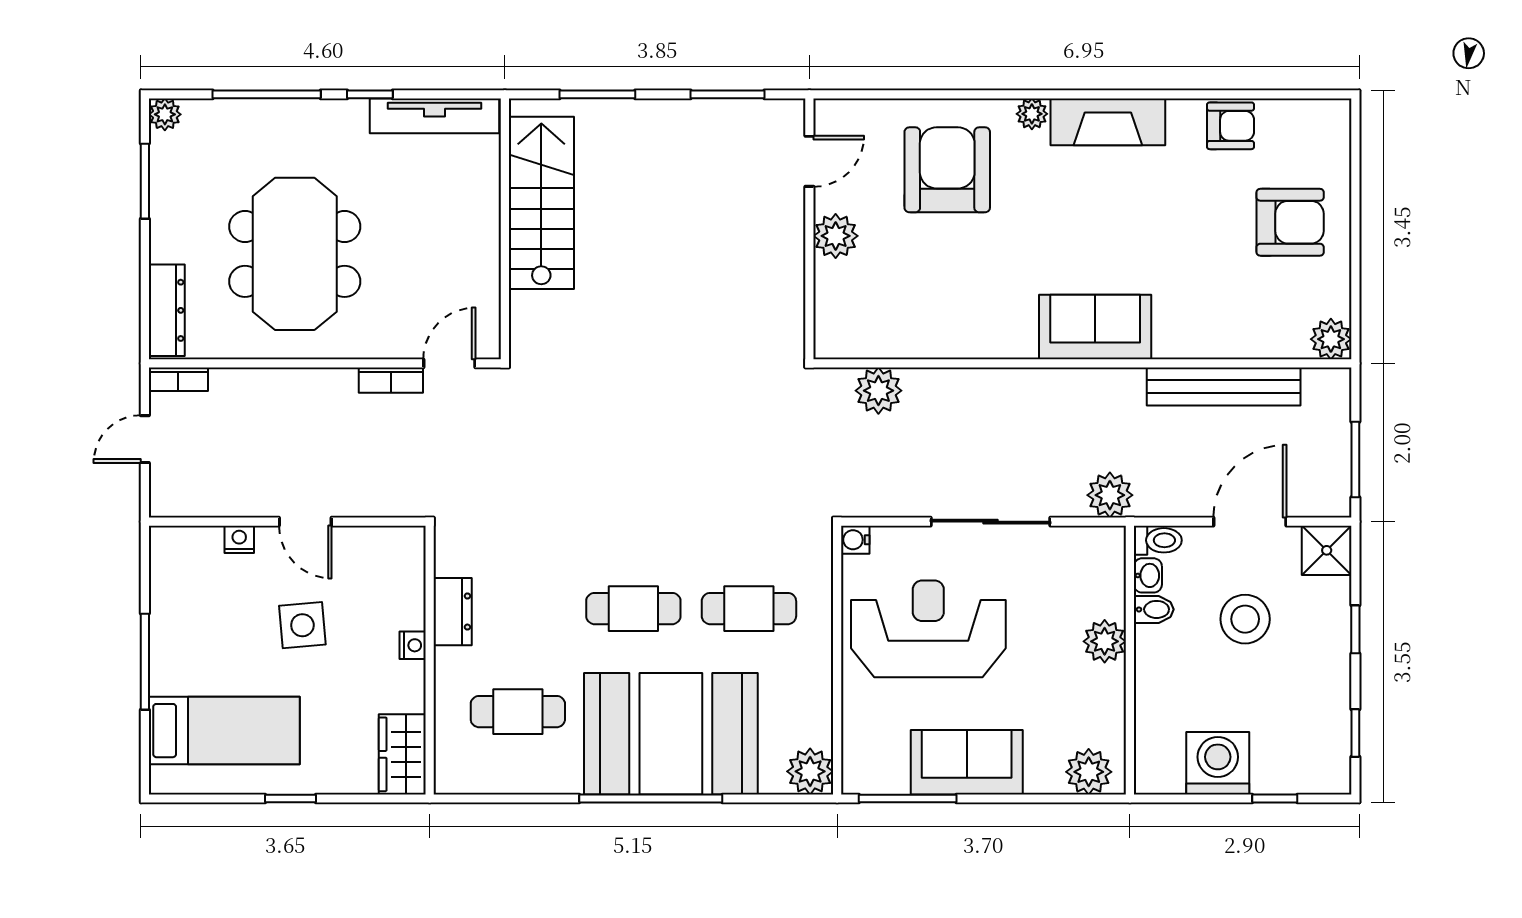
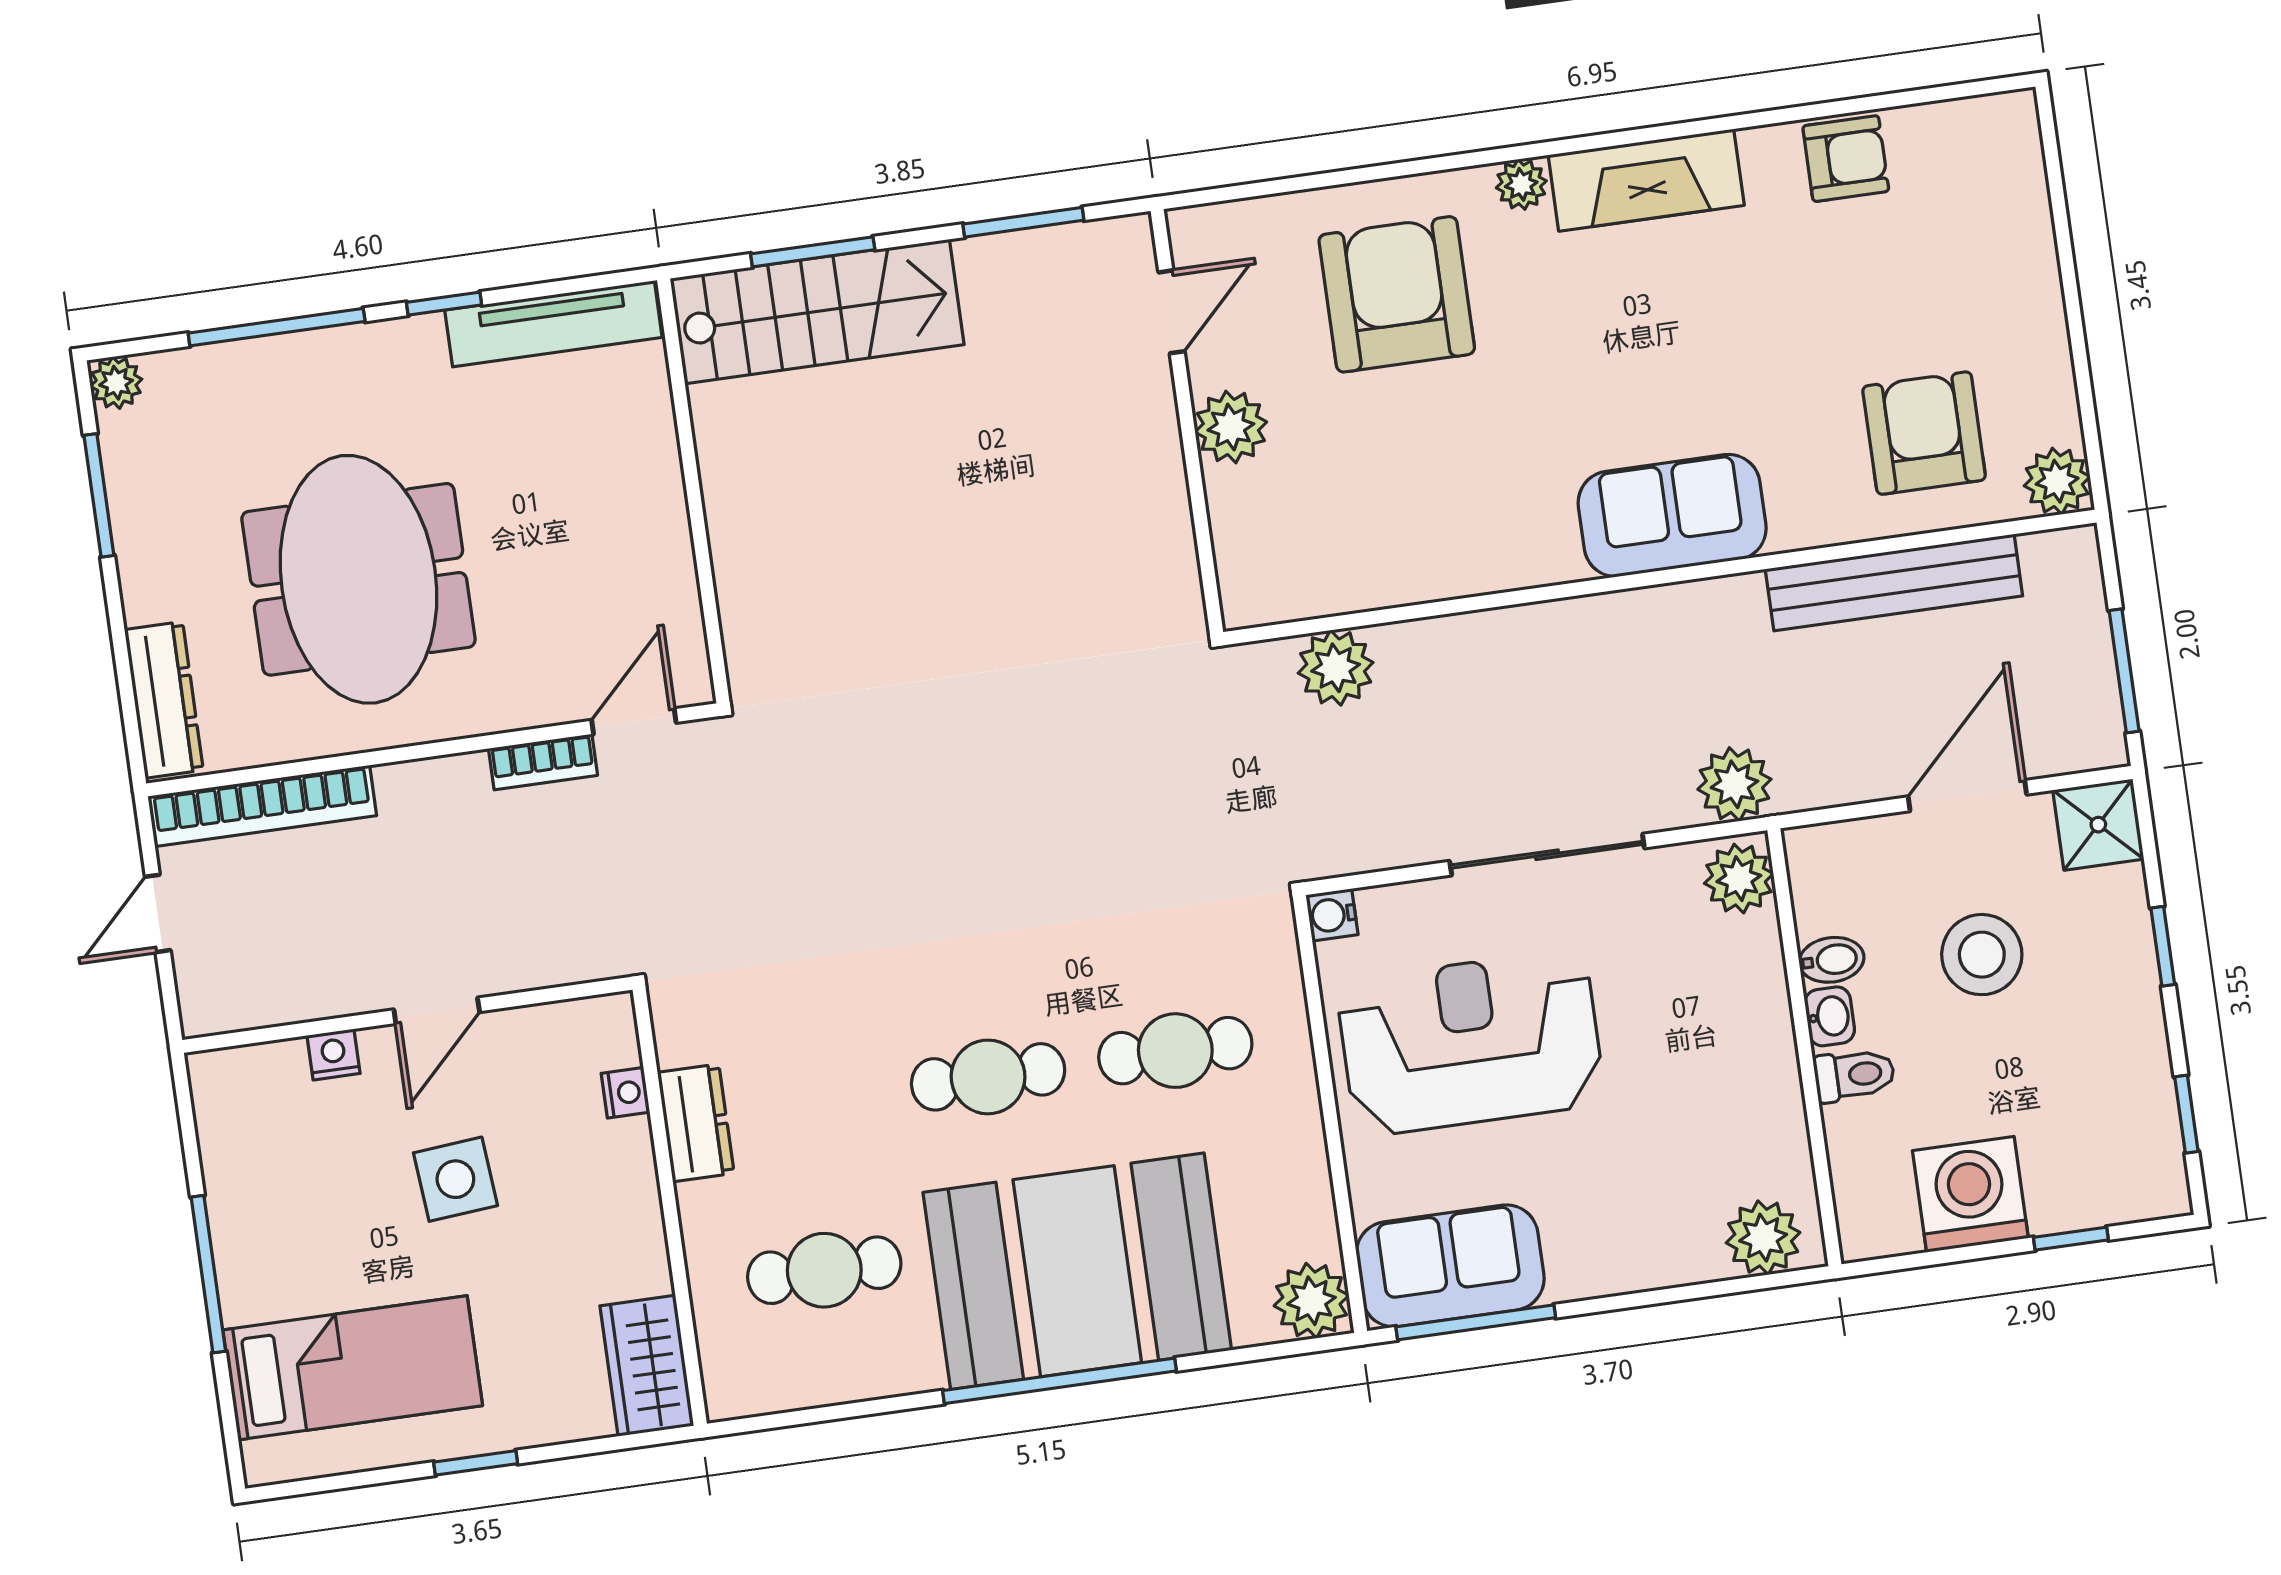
stairs: (541, 203) -> (817, 312), moved, turned 90
armchair: (1290, 222) -> (1924, 433), moved, turned -90
bookcase: (178, 379) -> (262, 806), width x2.31, depth x1.31
door: (305, 522) -> (437, 1011), hinge flipped
toilet: (1158, 540) -> (1854, 1075), moved
washbasin: (1148, 575) -> (1830, 1016), moved
plant: (1105, 641) -> (1739, 879), moved
nightstand: (413, 645) -> (625, 1093), moved
sofa: (967, 762) -> (1450, 1266), moved

